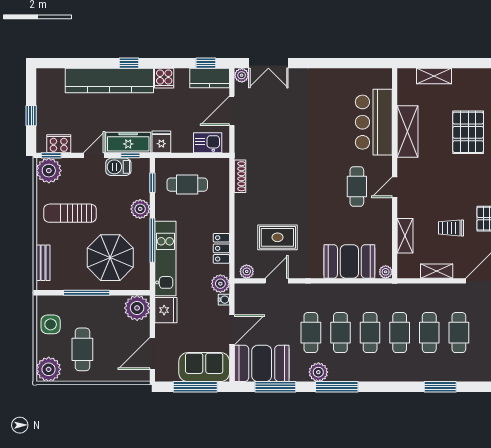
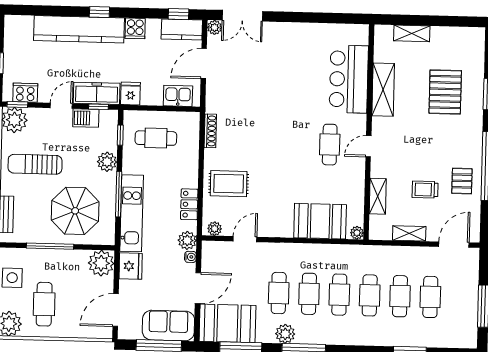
rug: (277, 237) -> (229, 184), moved

